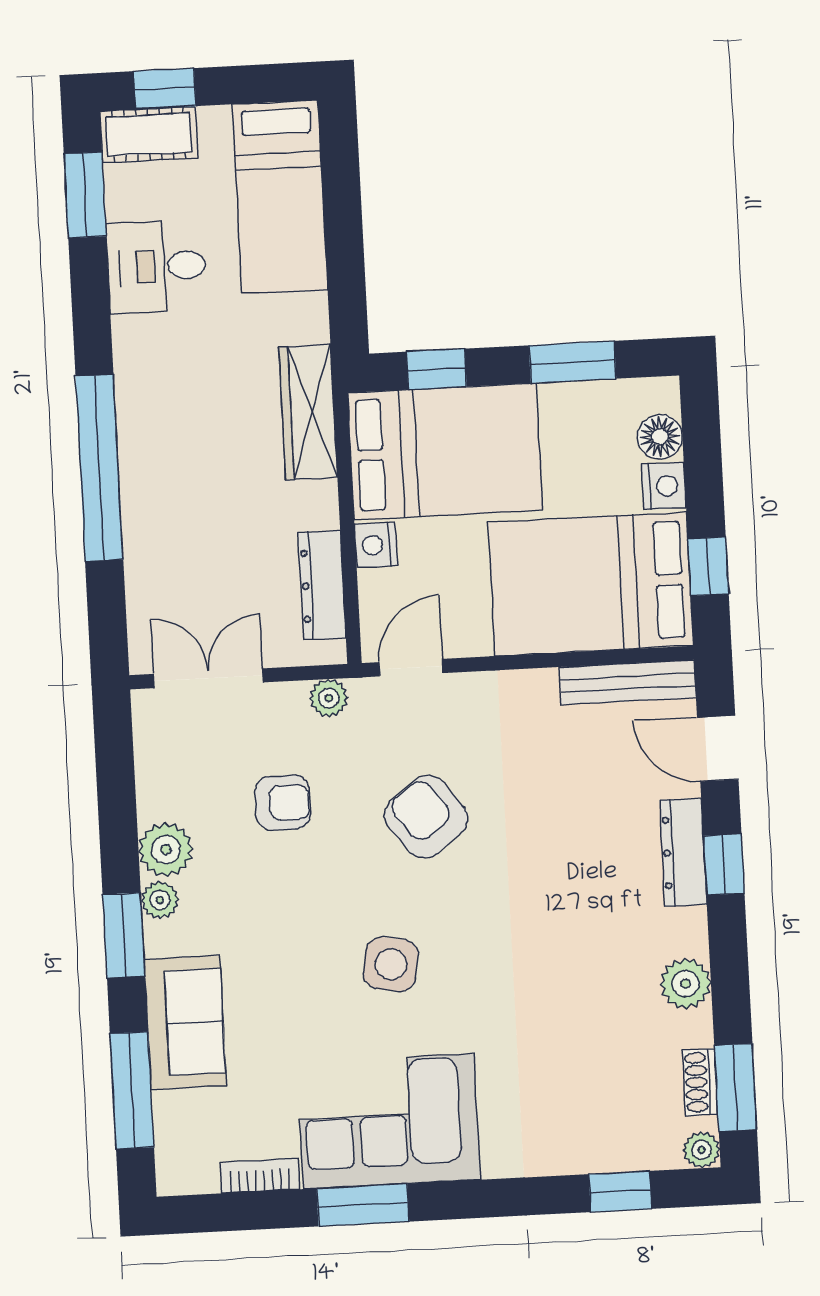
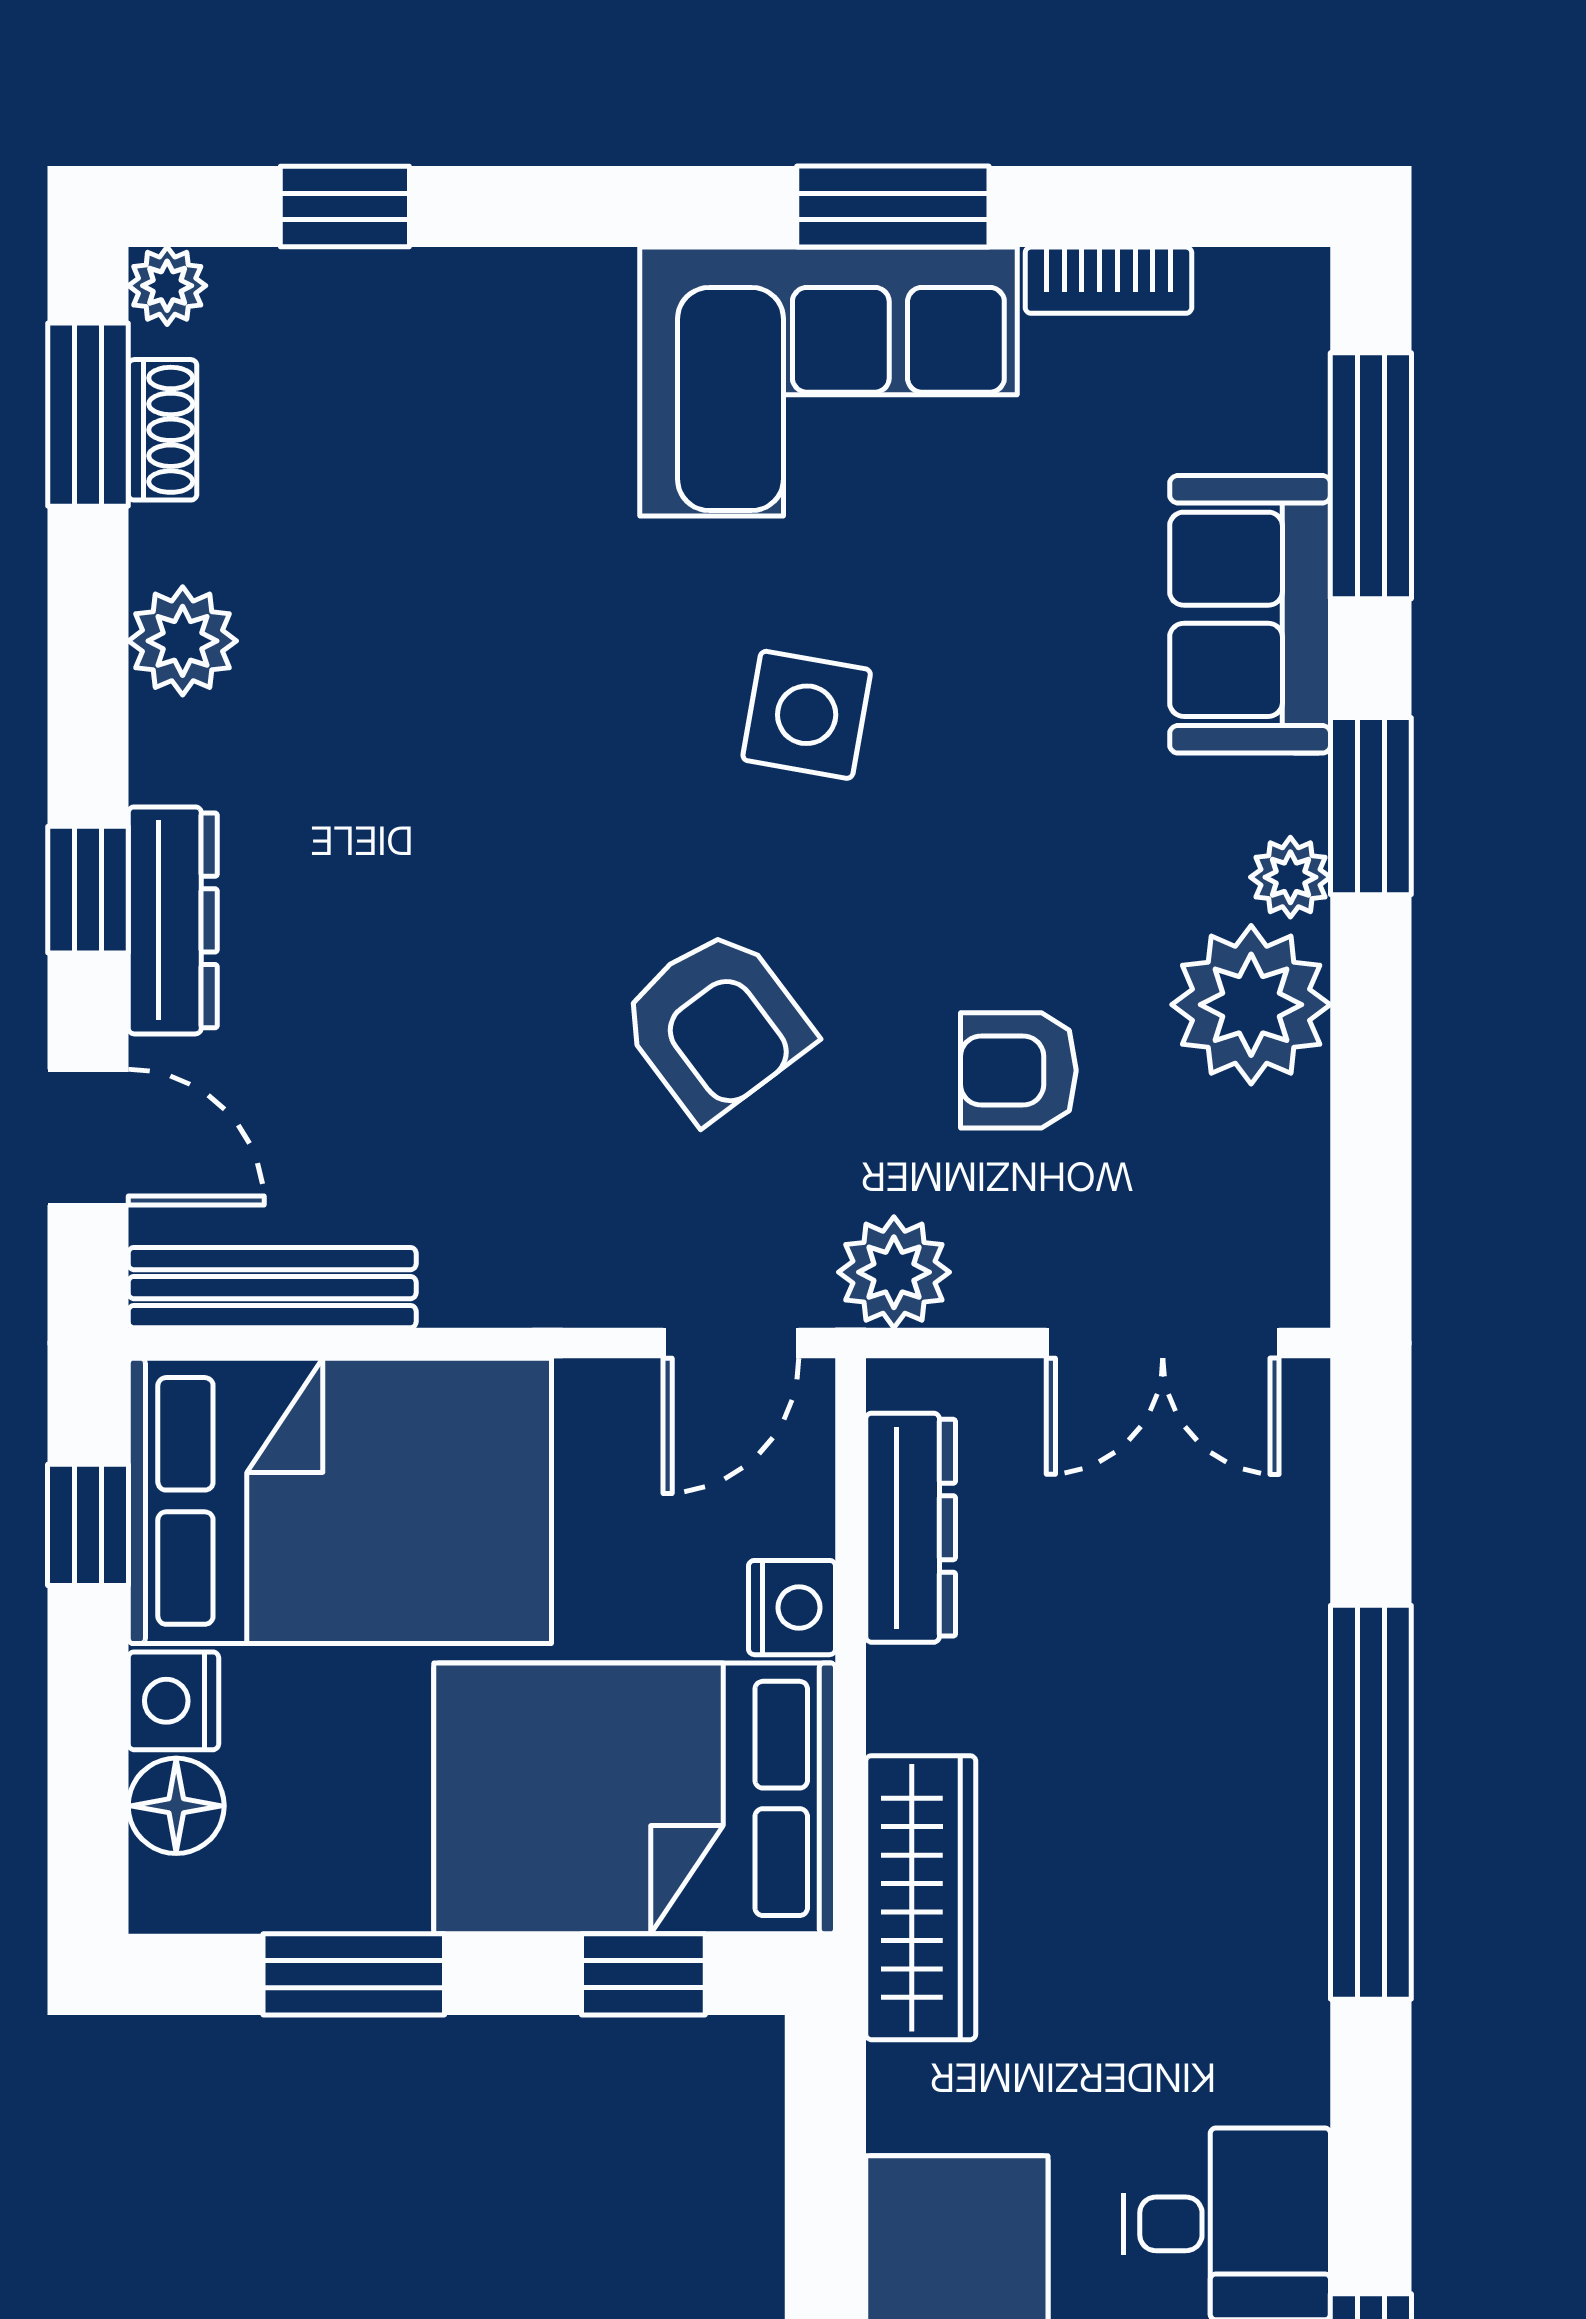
plant: (329, 698) -> (894, 1272), width x1.38, depth x1.38
plant: (166, 850) -> (1251, 1005), width x1.36, depth x1.36

